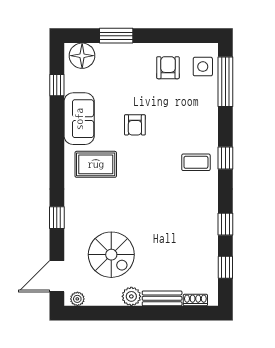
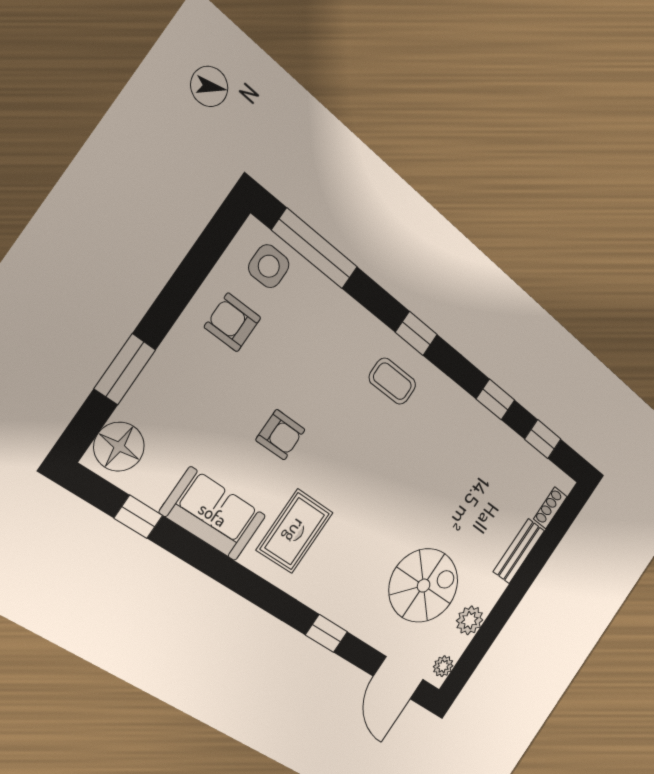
coffee table: (196, 162) -> (392, 381), turned 90
plant: (131, 296) -> (470, 620), moved

